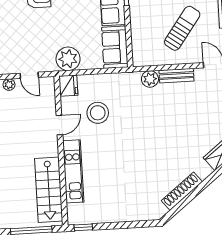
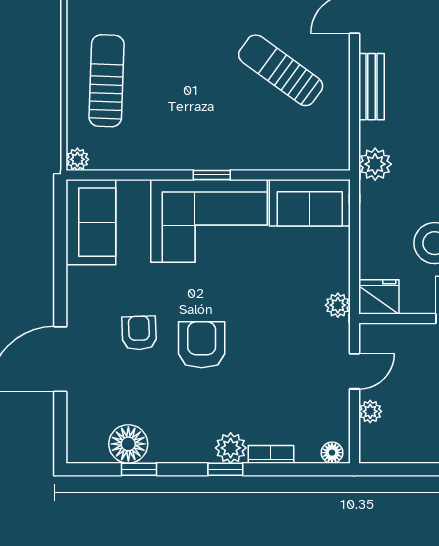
plant: (68, 59) -> (338, 305), width x0.53, depth x0.53
plant: (150, 79) -> (375, 164), moved

